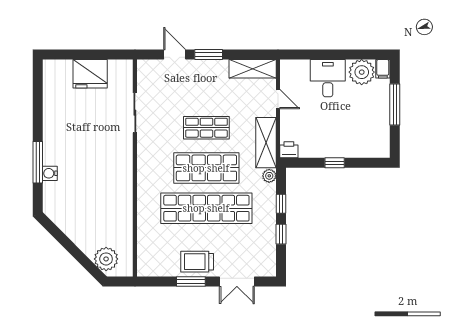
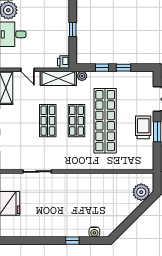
door: (278, 99) -> (27, 70), swing flipped
window: (38, 162) -> (72, 241), width x0.46
shop shelf: (206, 168) -> (76, 121), width x0.70, depth x0.74
water cooler: (50, 173) -> (94, 232), moved
trolley: (197, 262) -> (143, 127), turned 180

